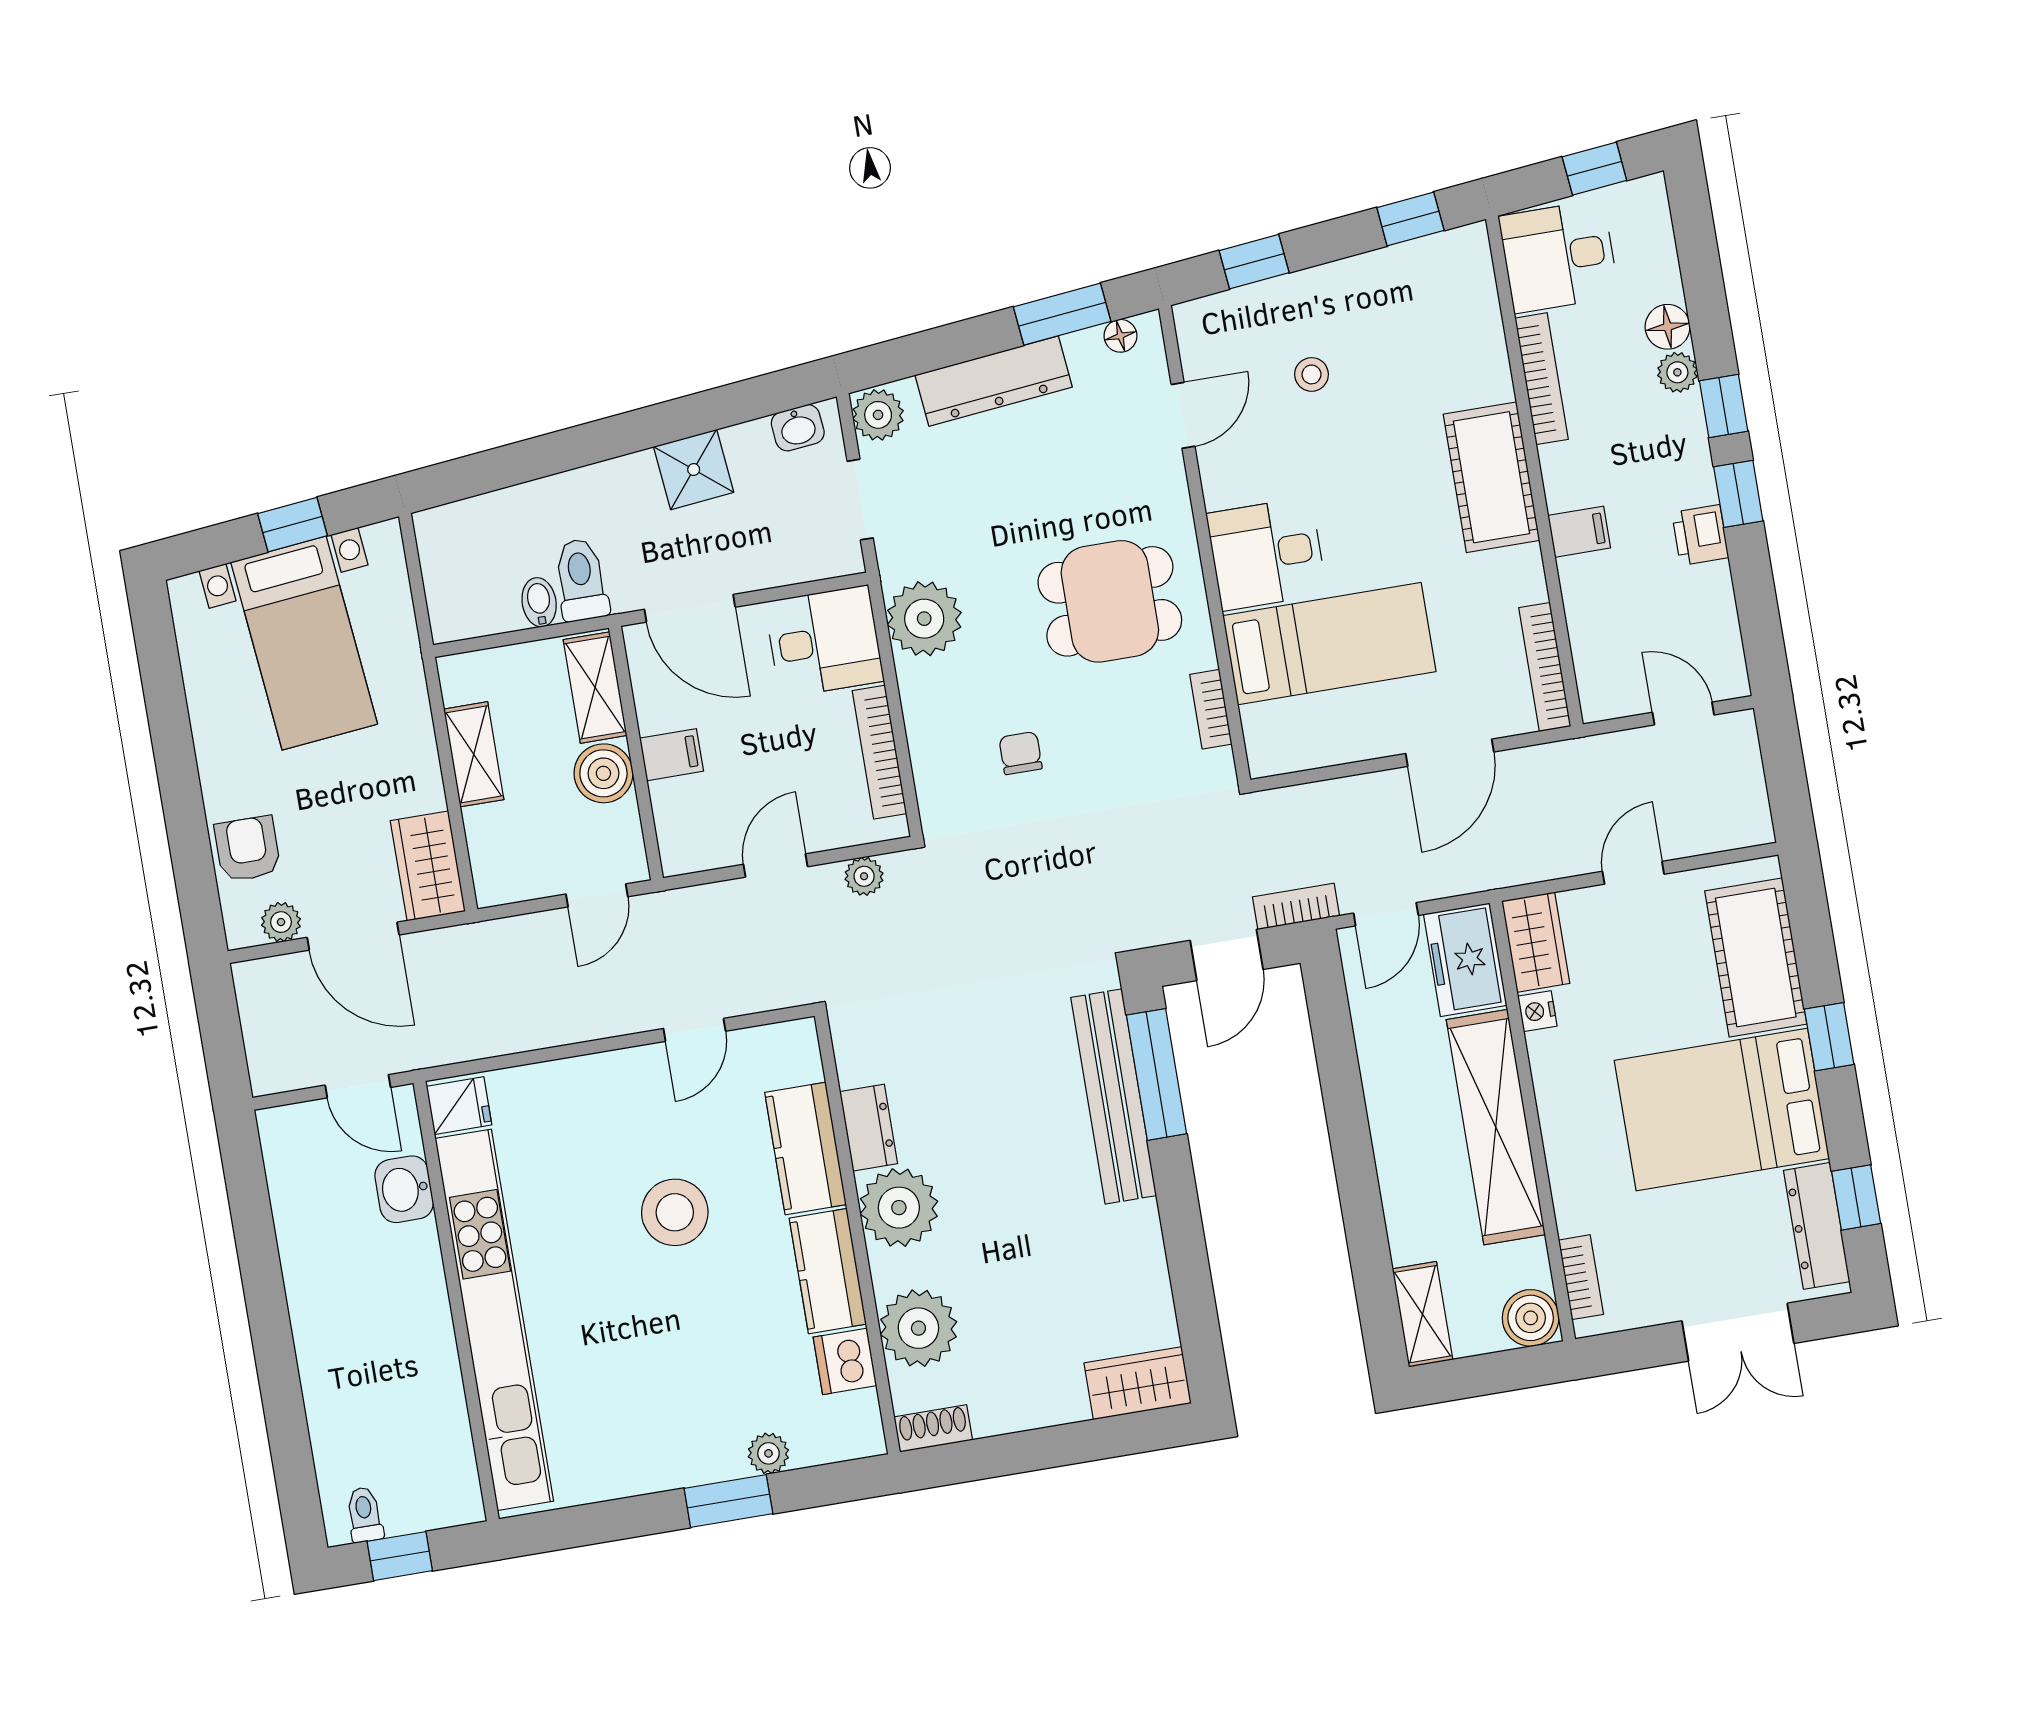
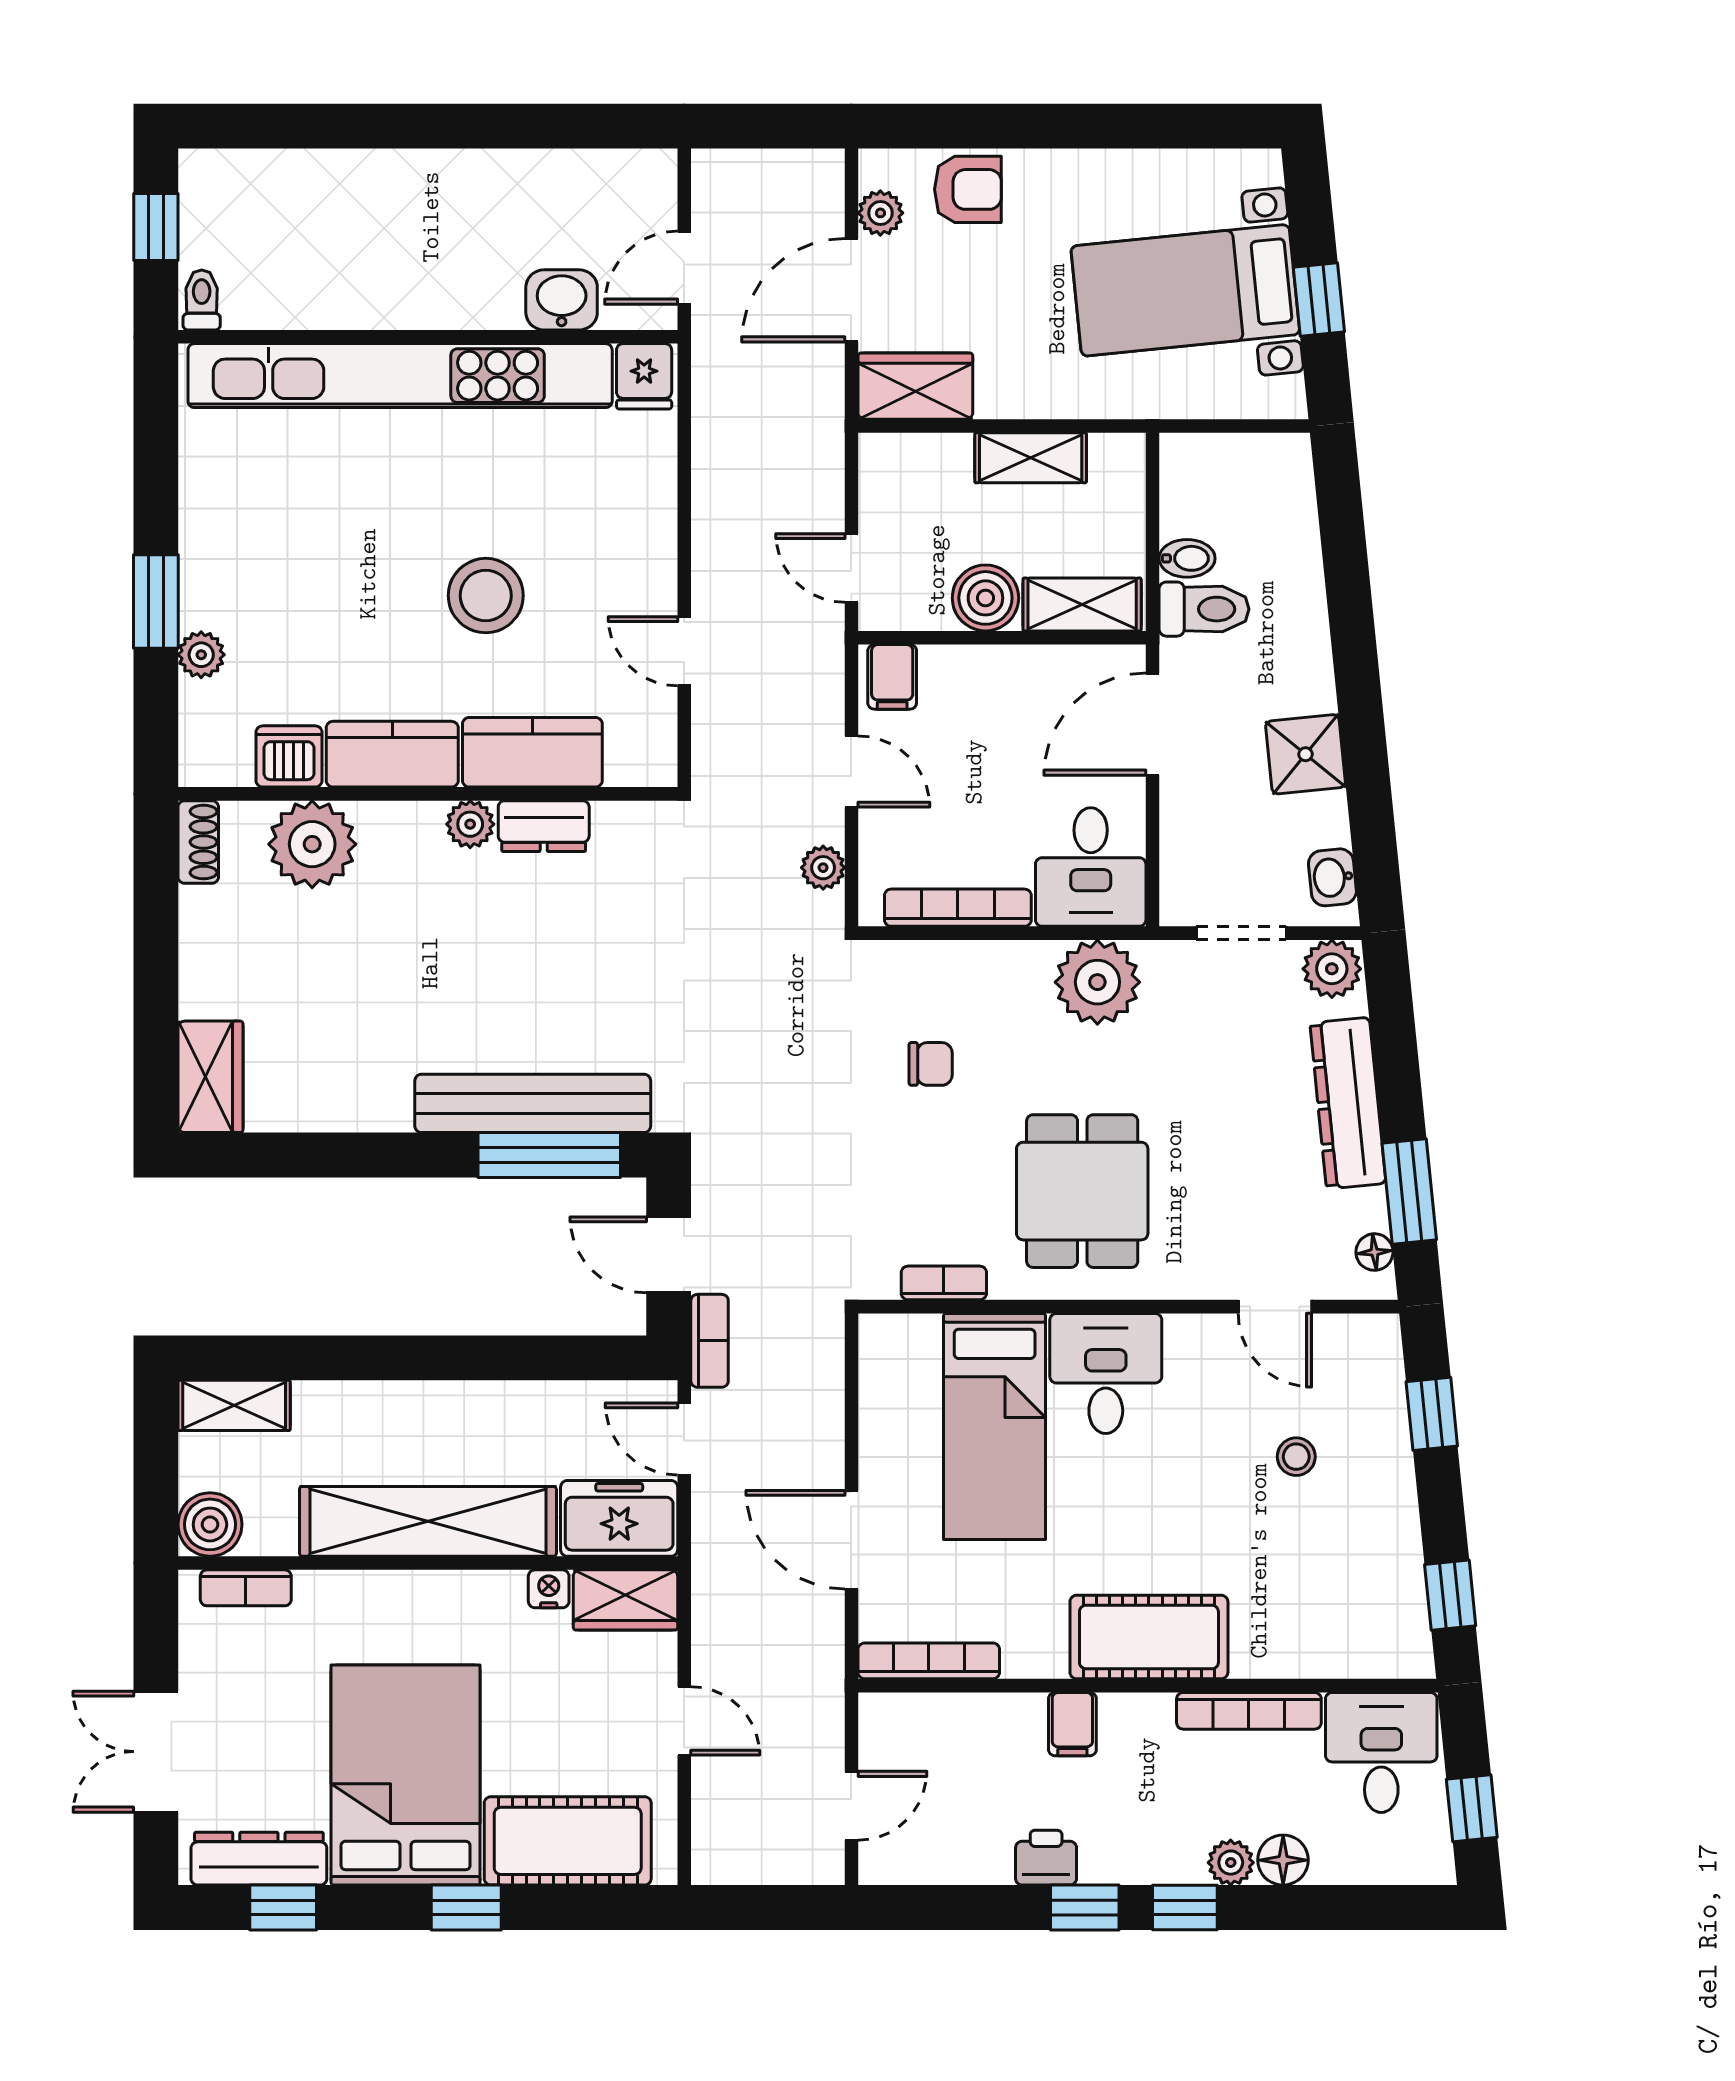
filing cabinet: (672, 755) -> (892, 677), moved
plant: (899, 1208) -> (470, 824), width x0.53, depth x0.53
toilet: (365, 1515) -> (202, 300), moved, turned -90

